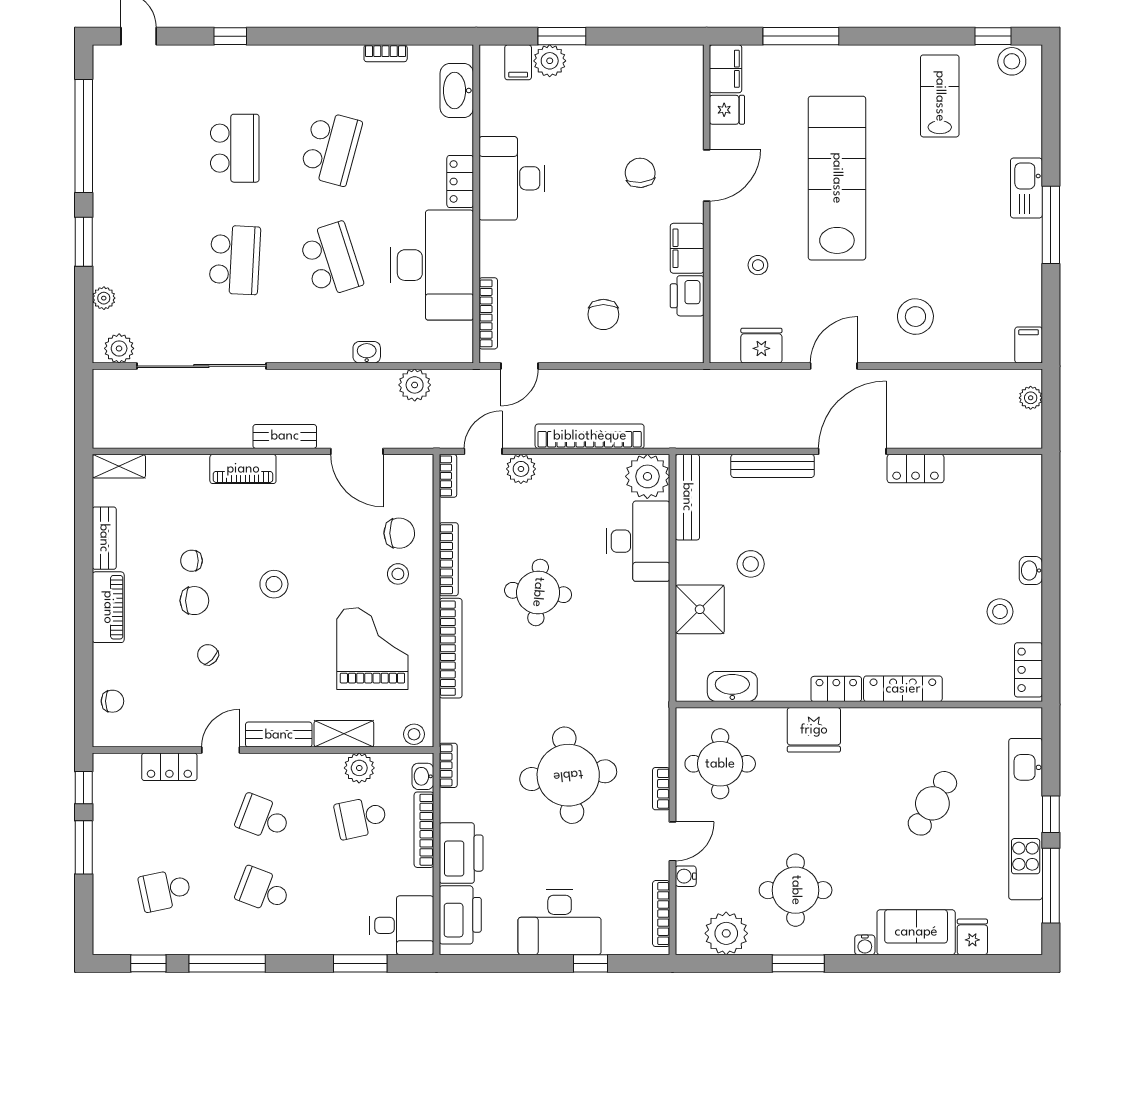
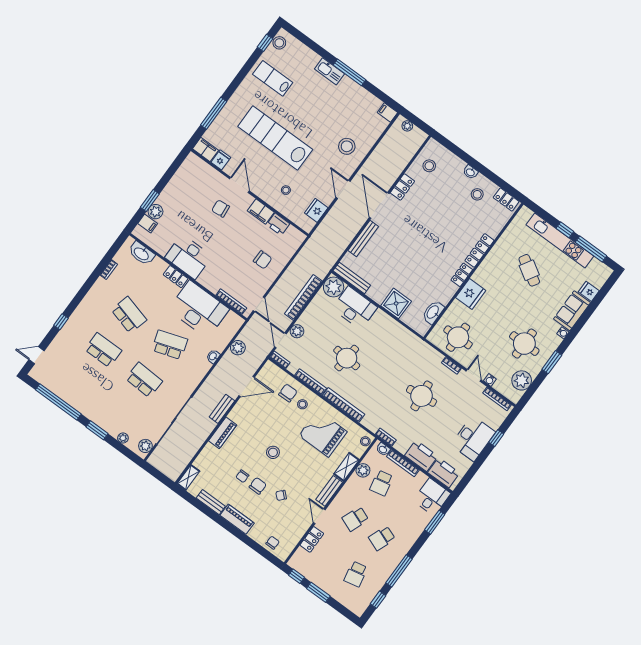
stool: (751, 564) -> (429, 166), moved
round table: (568, 775) -> (422, 396), width x0.73, depth x0.73

